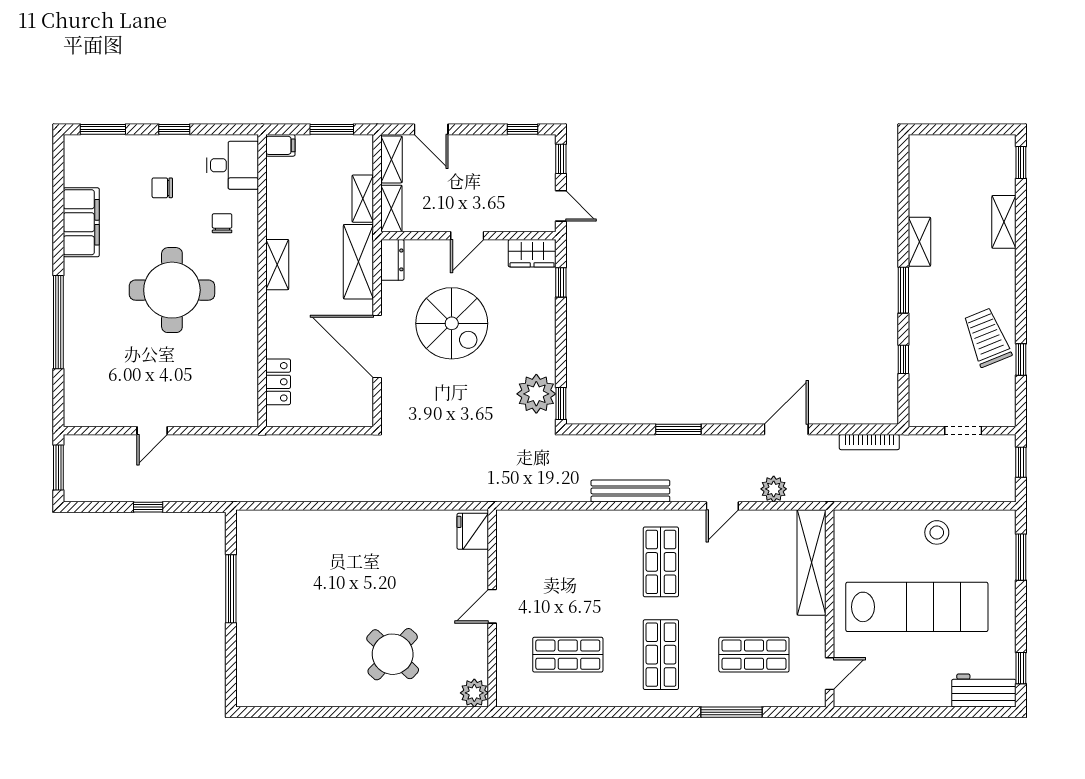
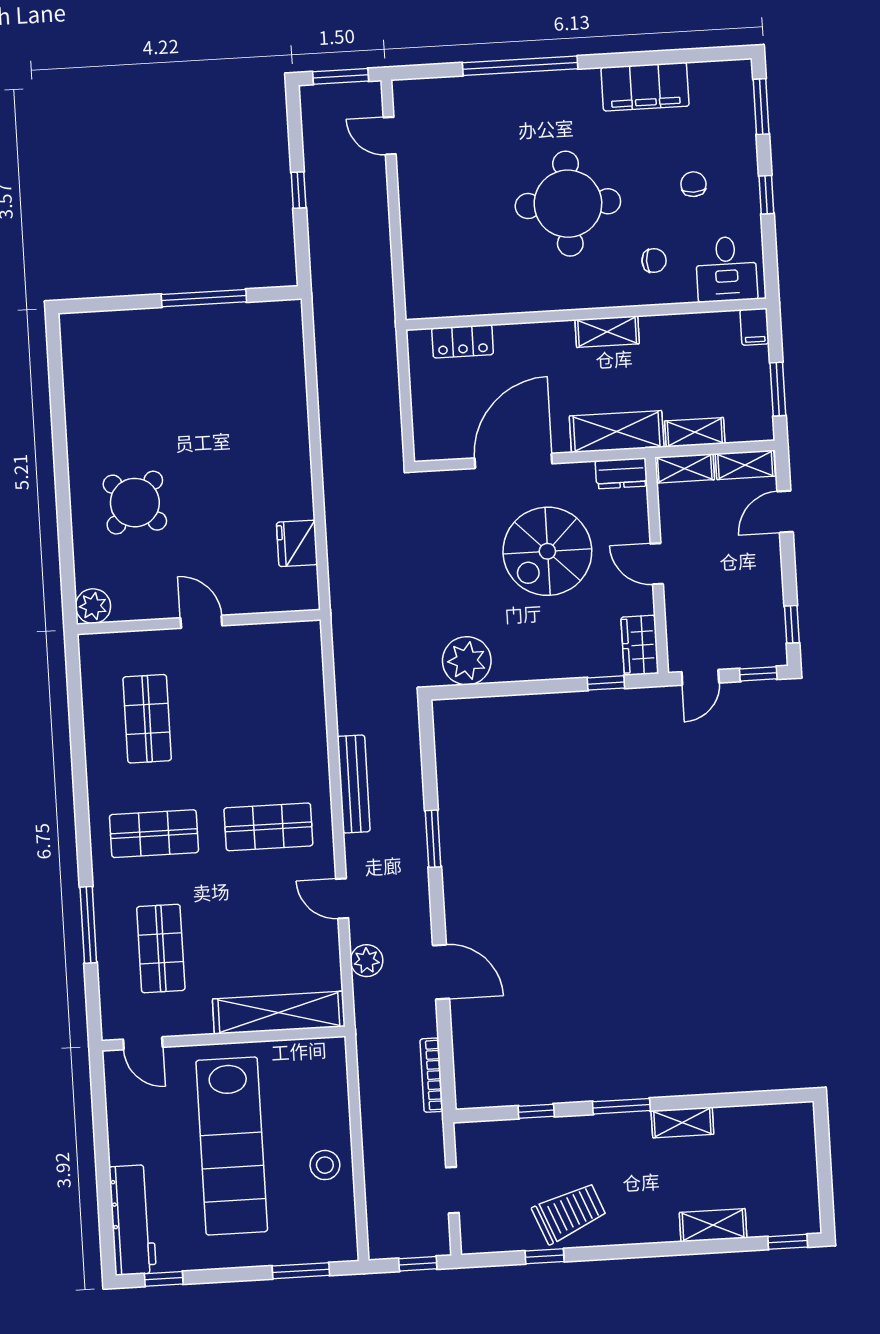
window: (561, 404) -> (456, 692), removed
door: (152, 431) -> (390, 136), moved
fridge: (473, 531) -> (297, 543), moved, turned -90
workbench: (984, 690) -> (133, 1220), width x1.38

